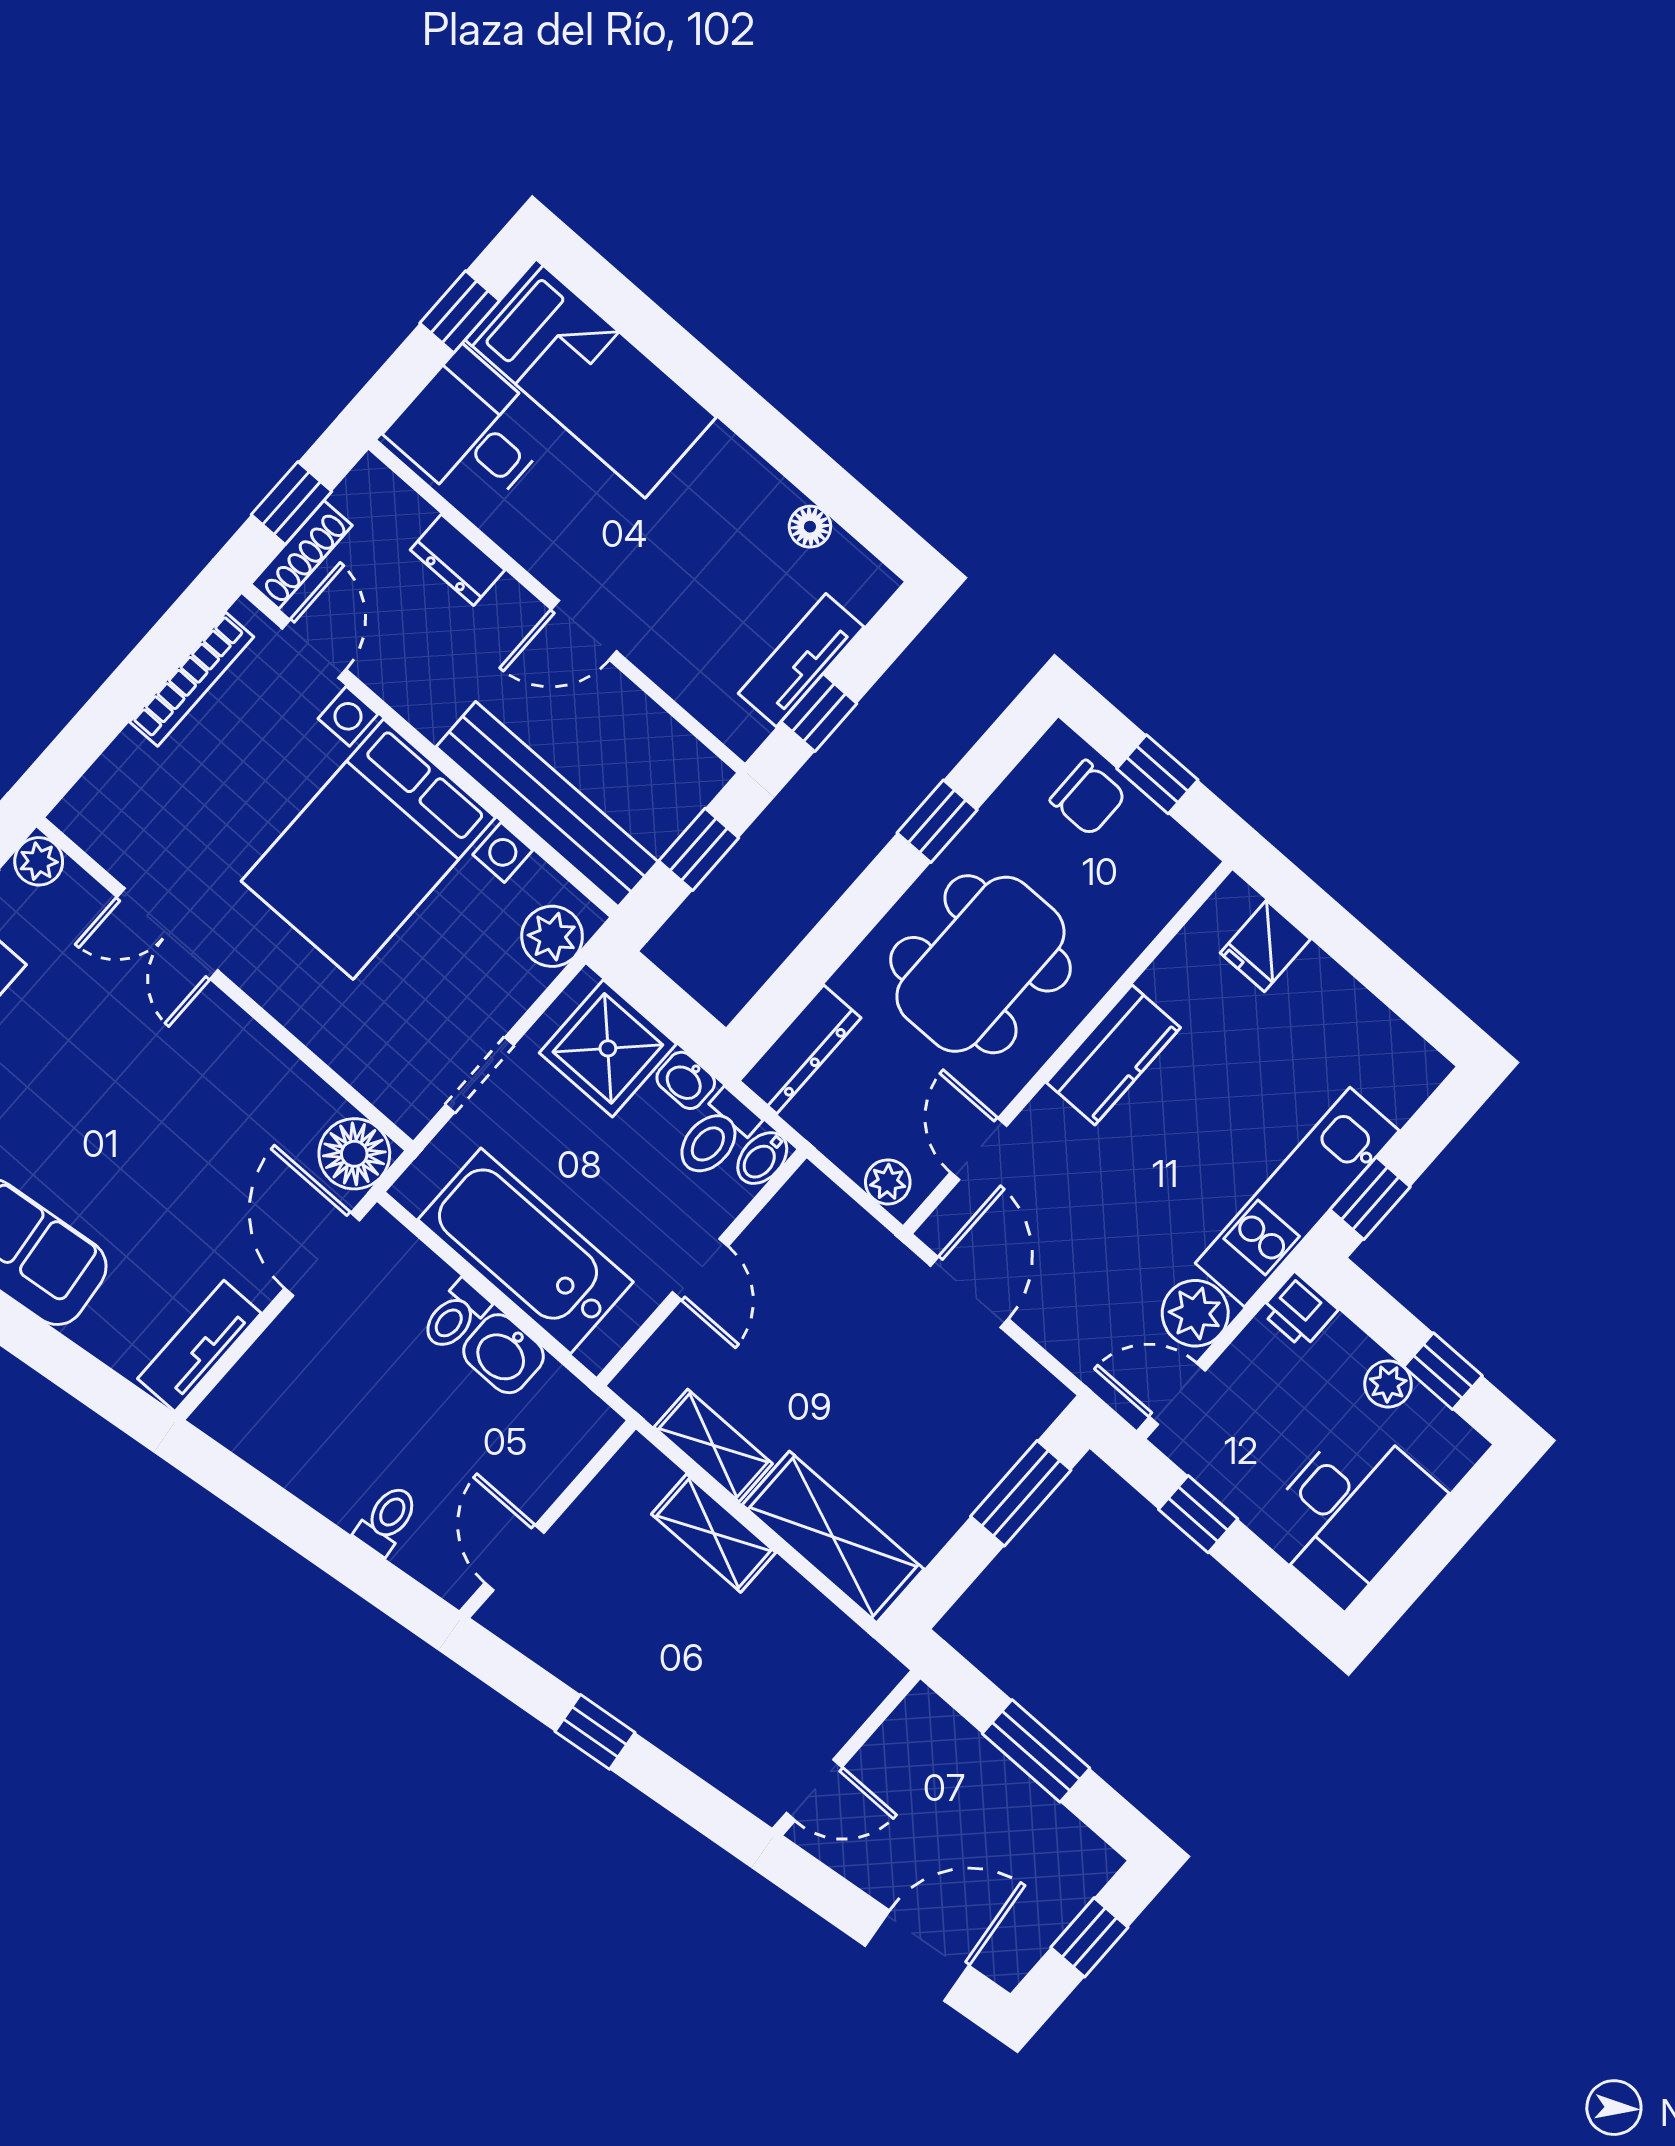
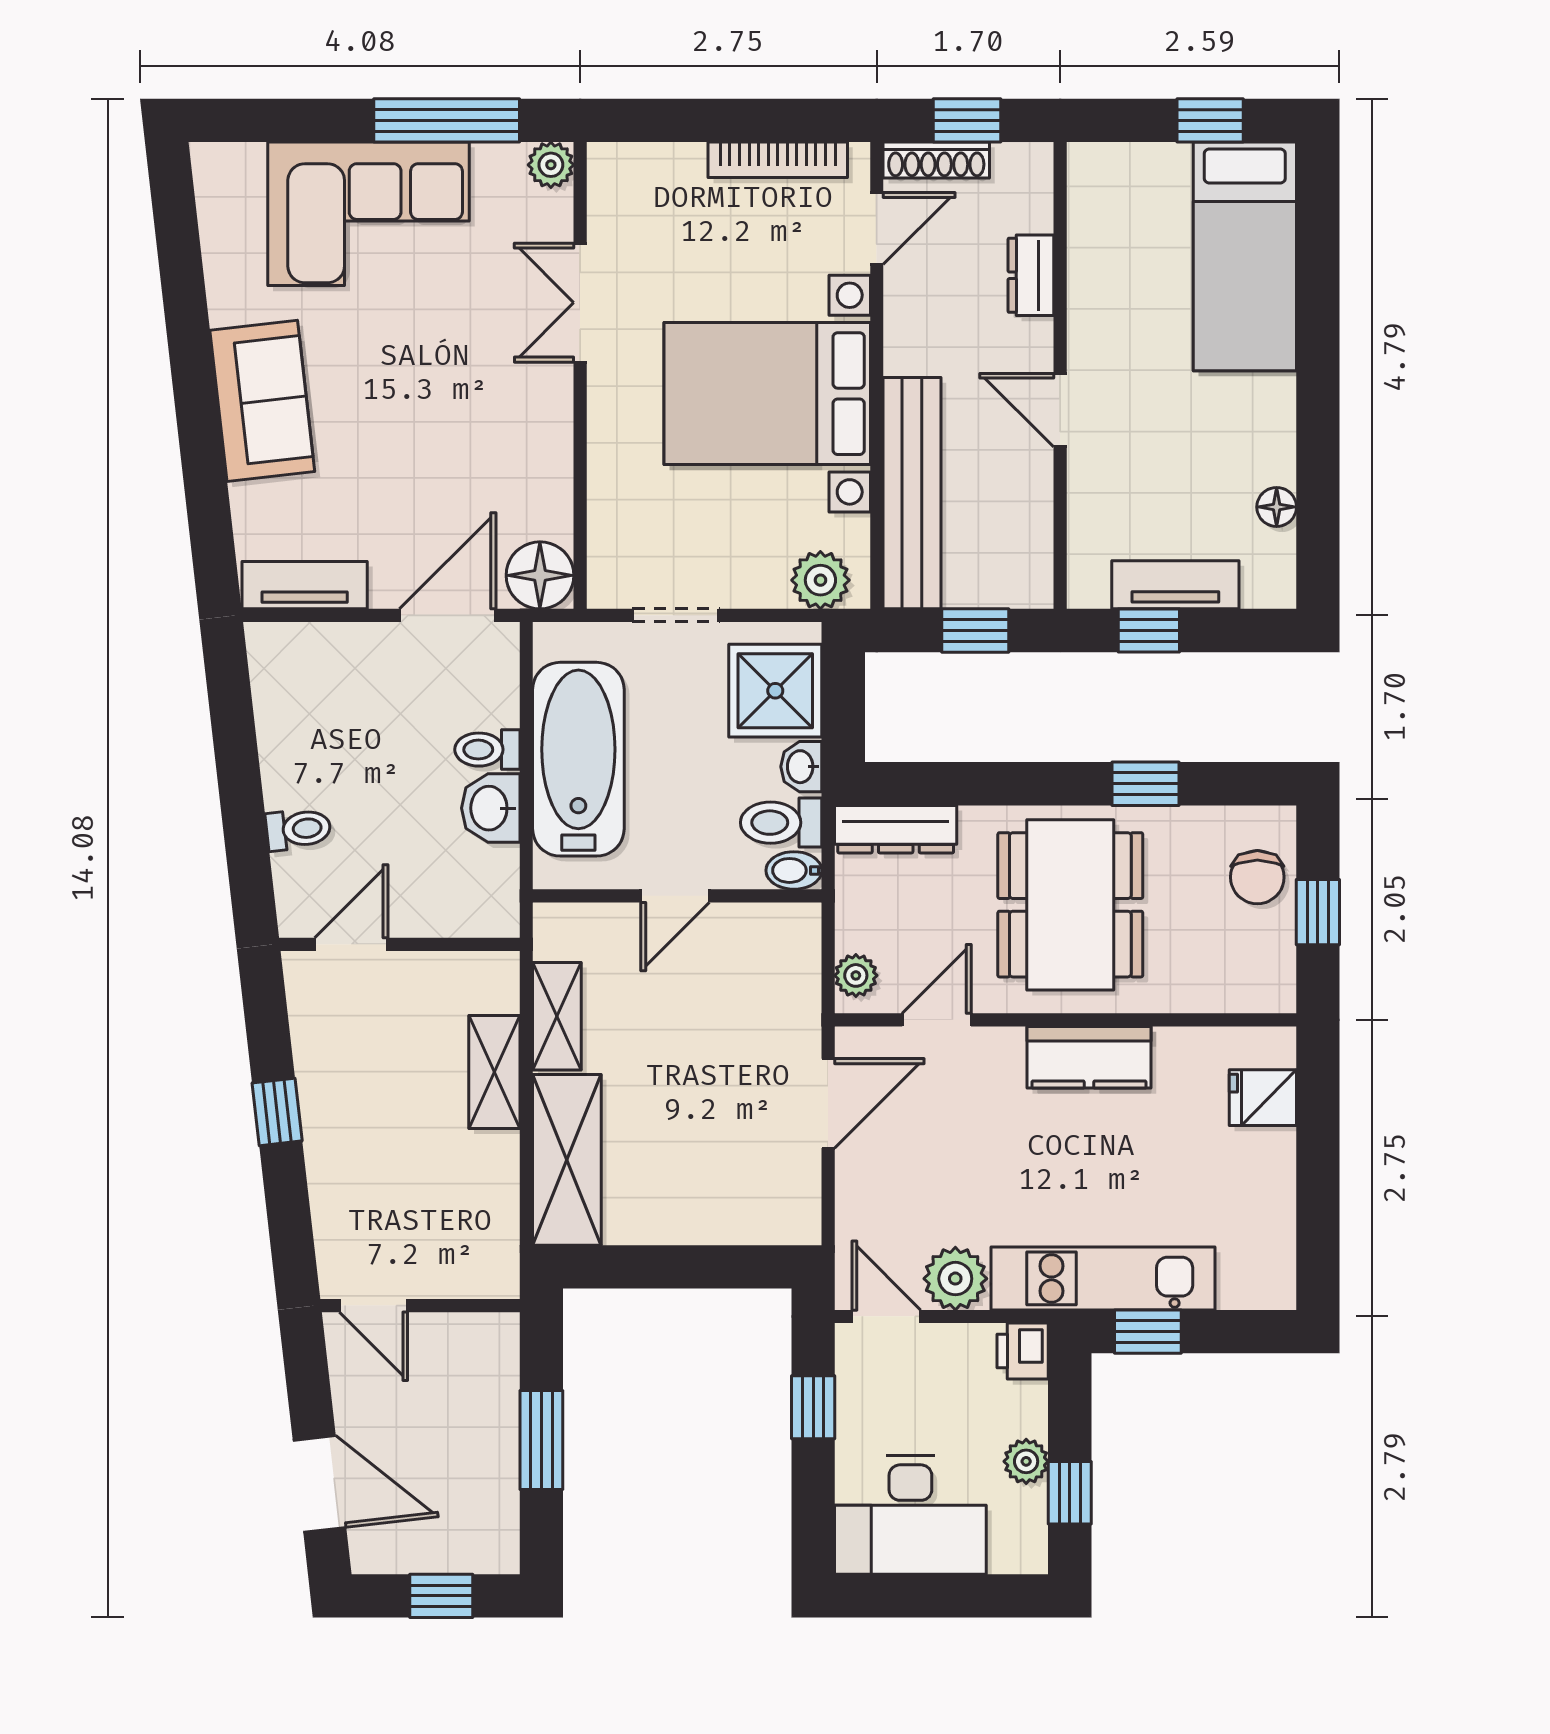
desk: (471, 432) -> (1131, 204), removed
dining table: (980, 964) -> (1070, 905), turned 90
window: (1021, 1493) -> (716, 1267), removed

